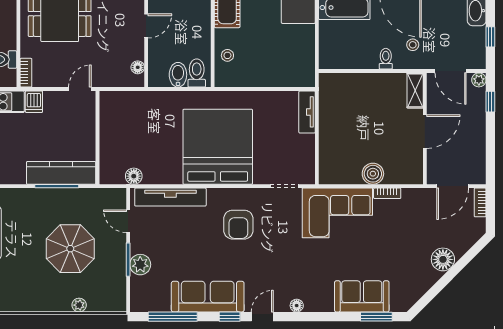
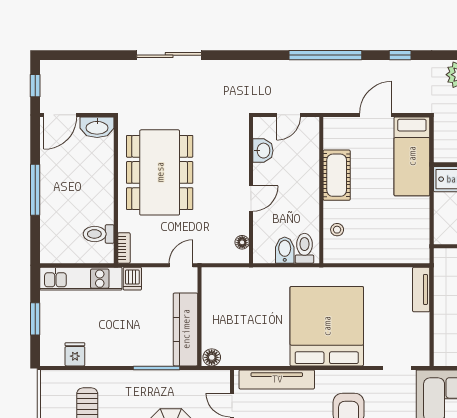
kitchen counter: (61, 173) -> (186, 329), moved, turned -90
floor lamp: (134, 176) -> (212, 357), moved

